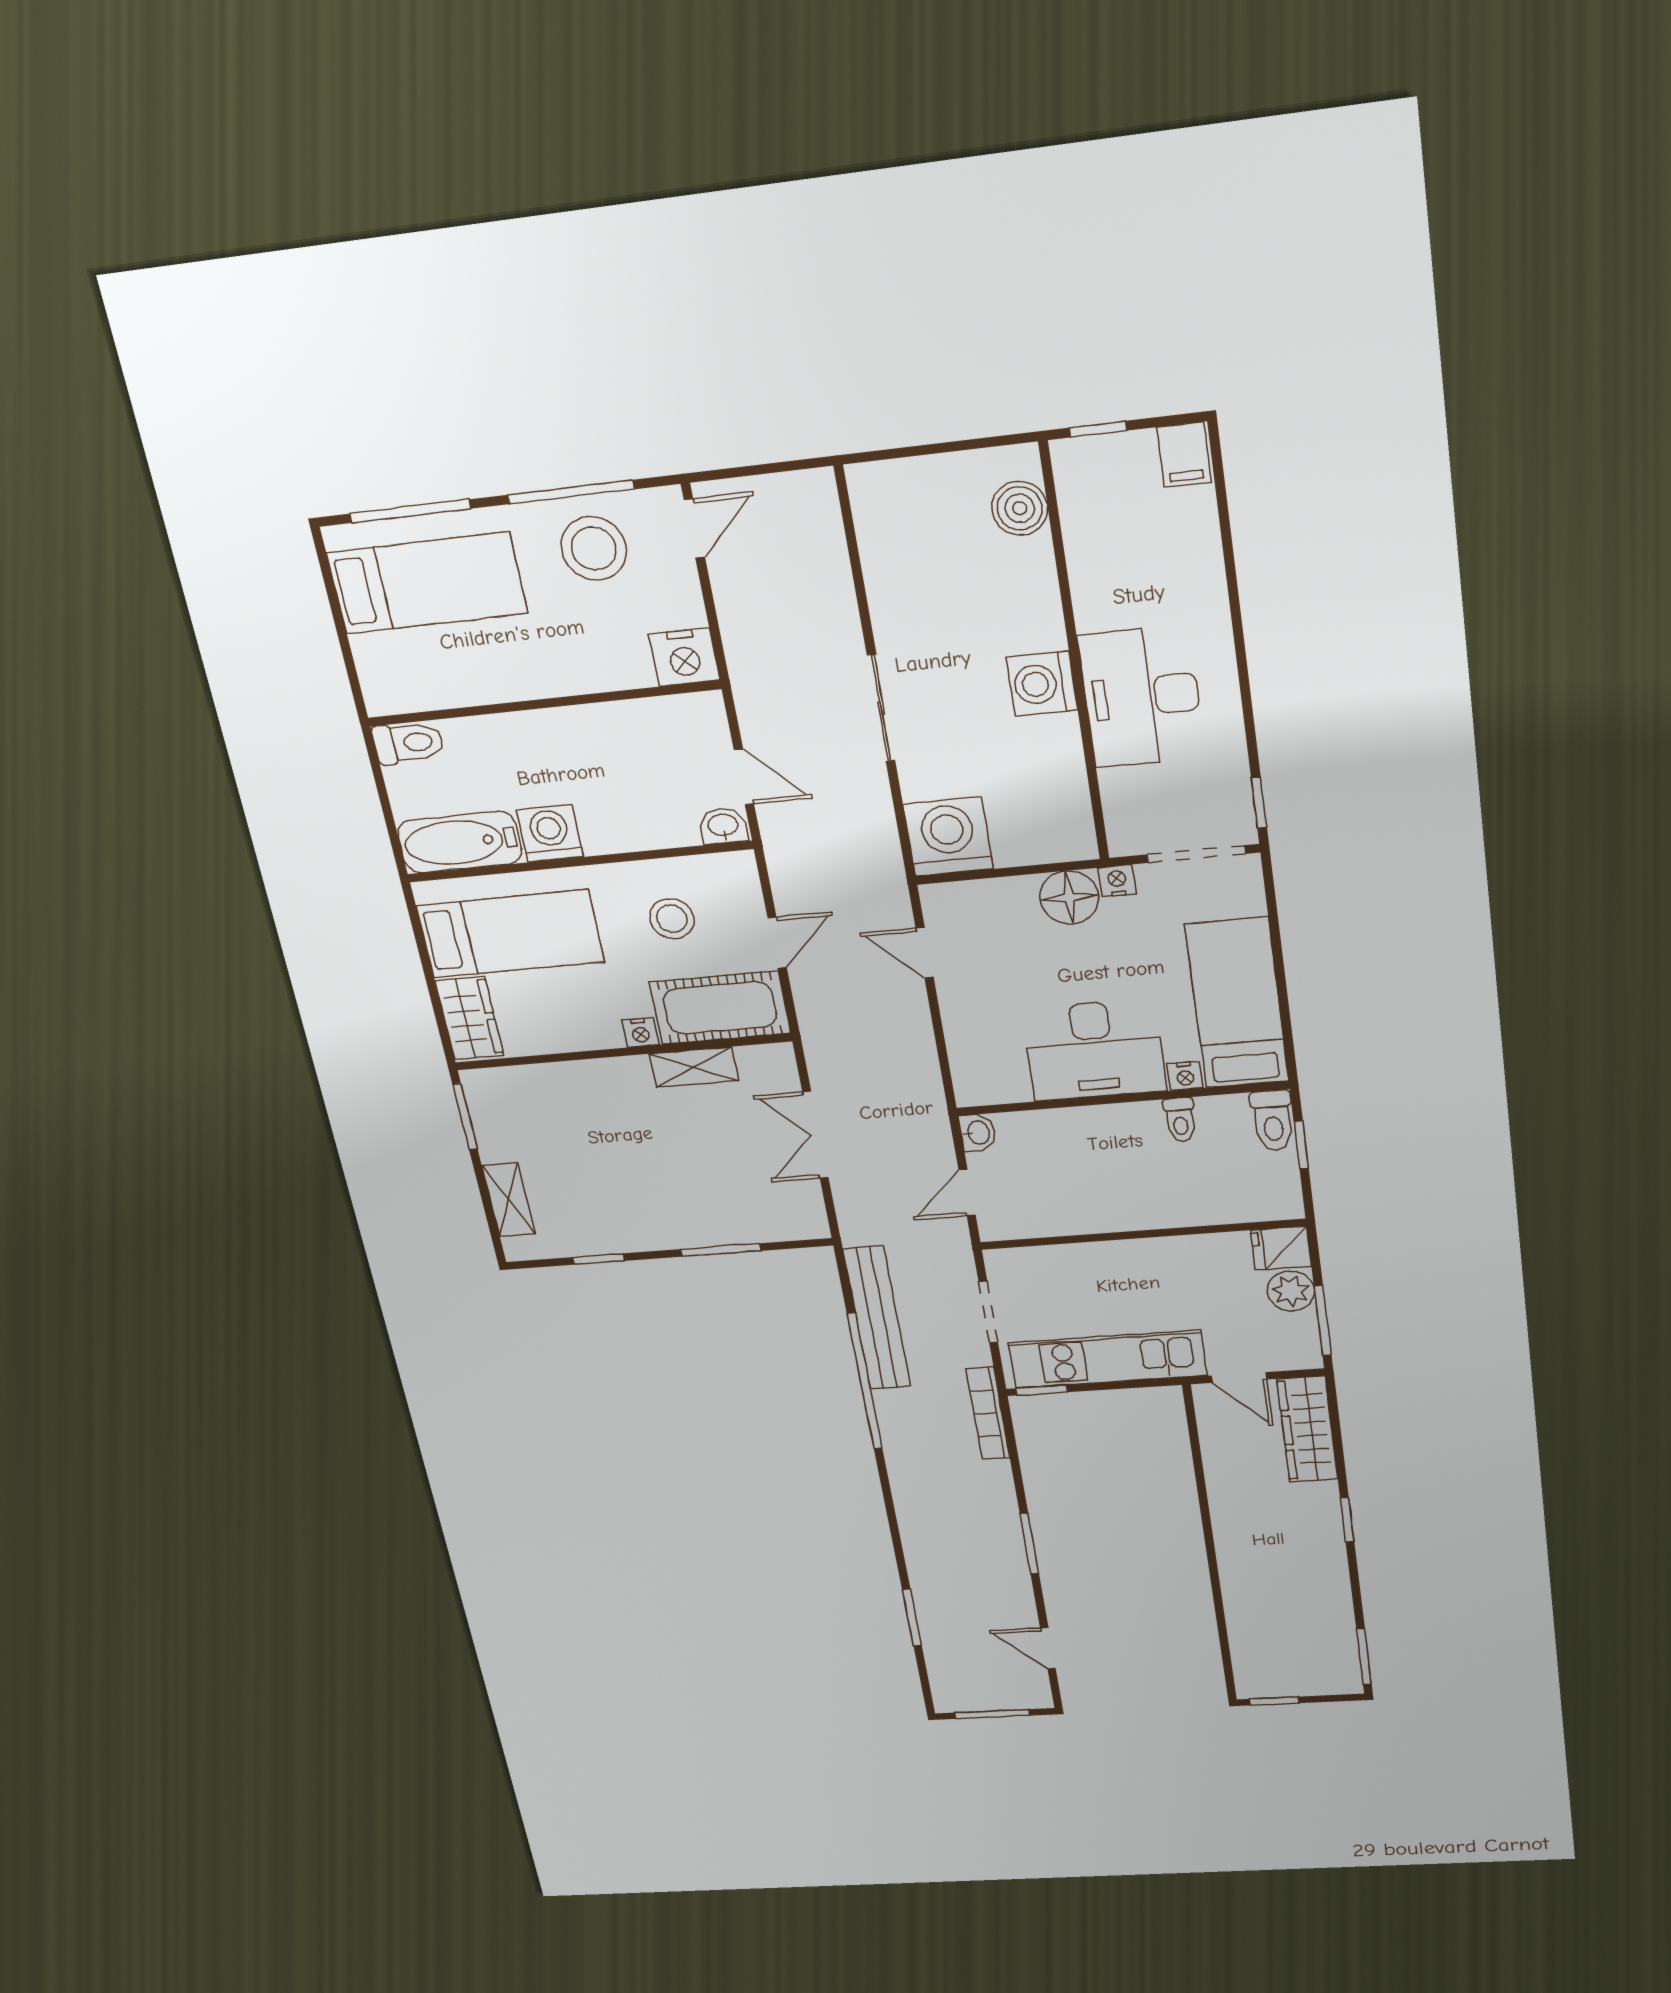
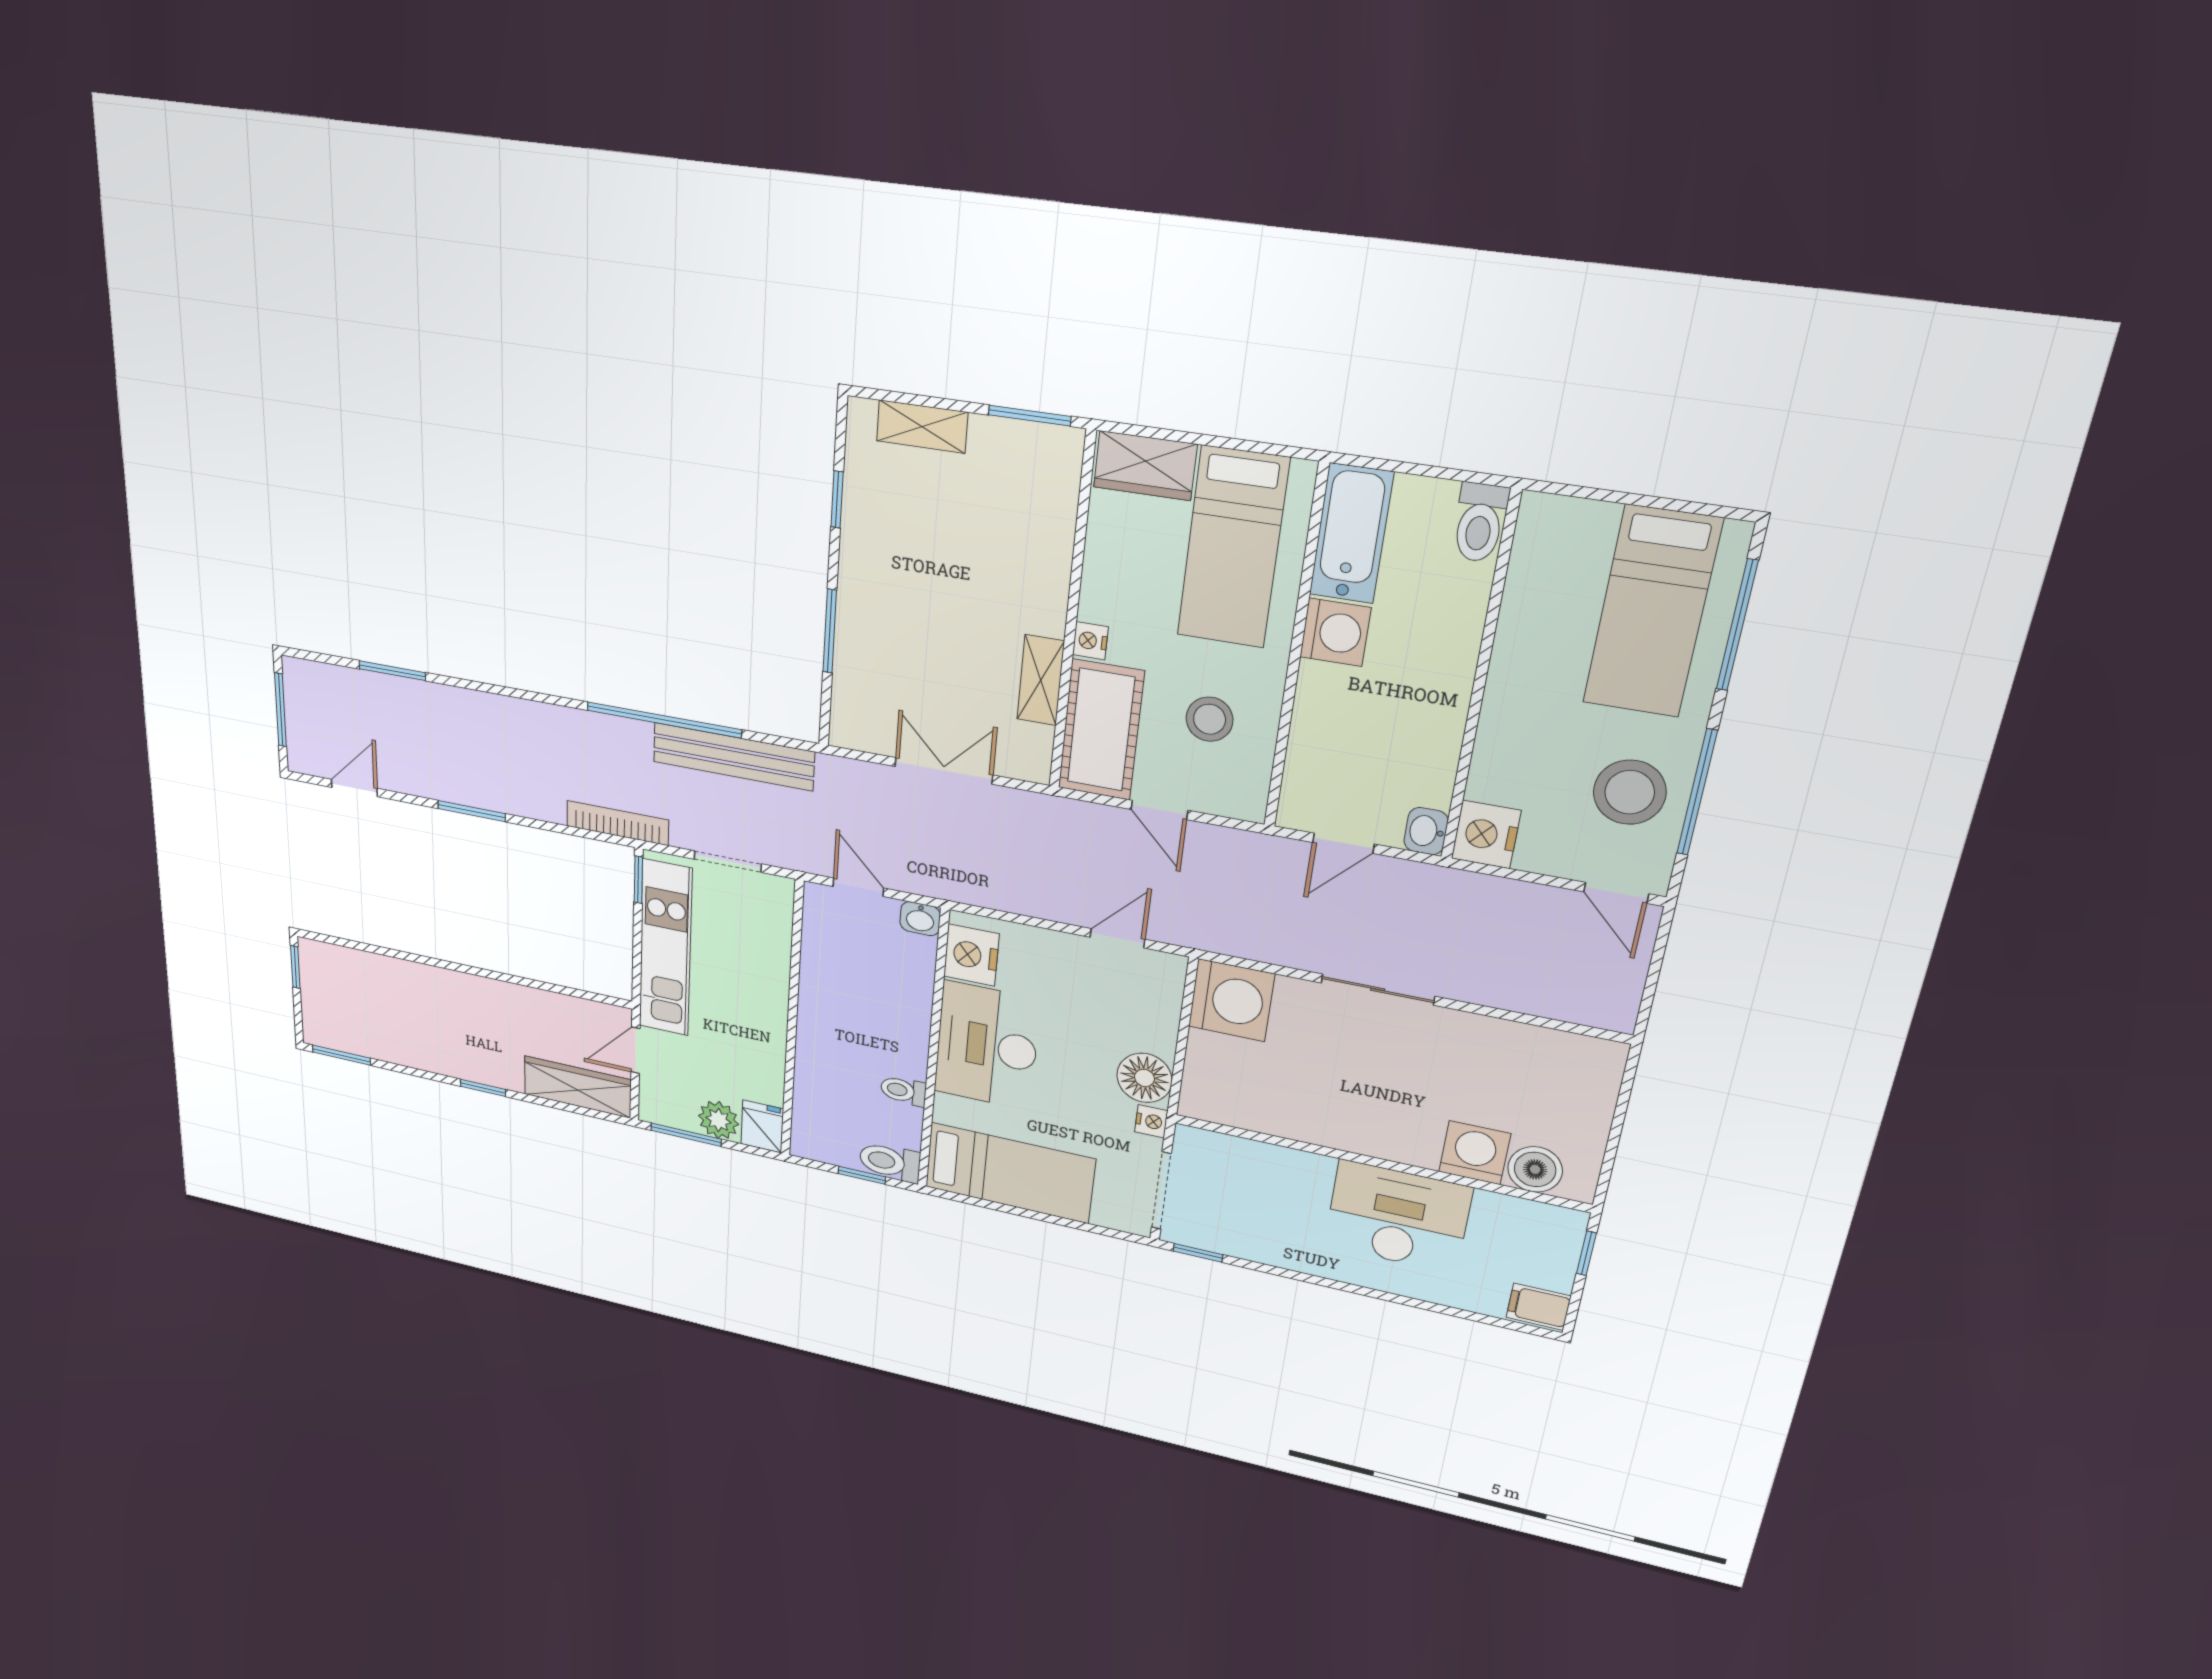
washing machine: (1042, 684) -> (1475, 1153), moved
desk: (1142, 697) -> (1398, 1217), moved
washbasin: (723, 826) -> (1426, 831), moved, turned 180
nightstand: (1185, 1076) -> (971, 955), moved, width x1.89, depth x1.79

